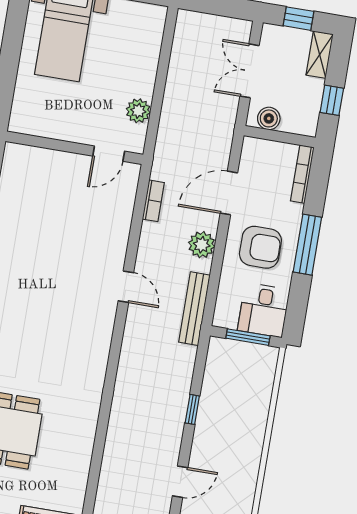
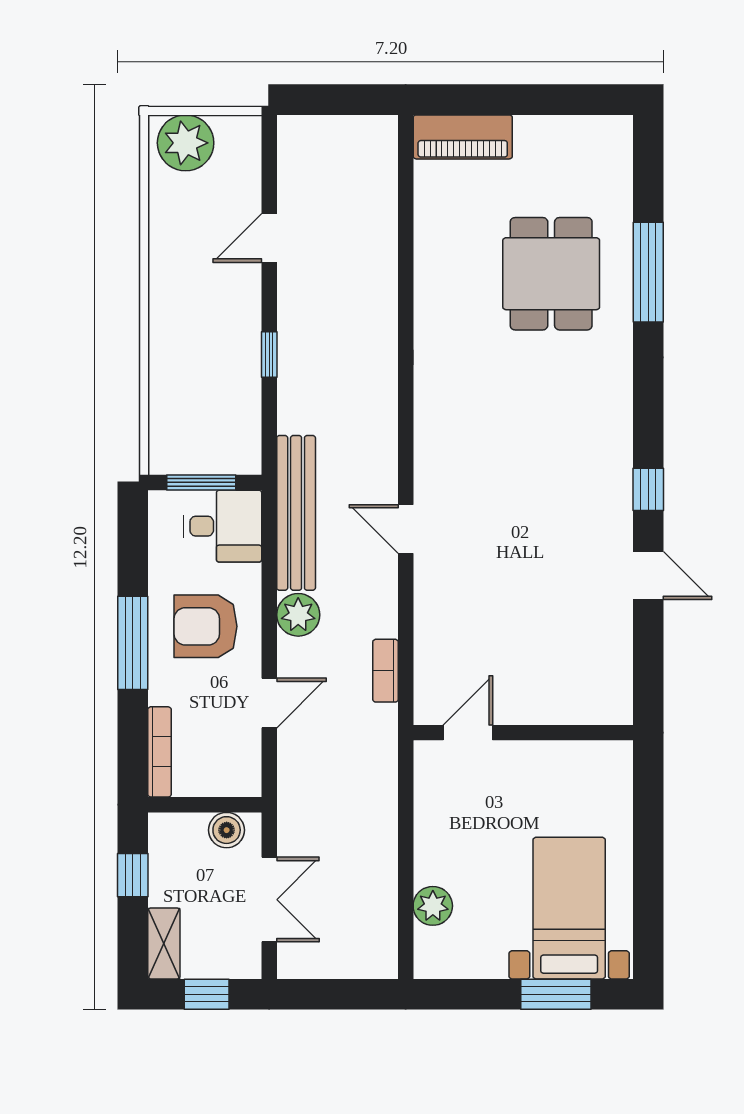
plant: (138, 111) -> (433, 906), moved
door: (229, 193) -> (269, 703), width x0.73
bench: (194, 309) -> (296, 513), width x1.37, depth x1.21
desk: (264, 310) -> (223, 526), moved, turned 90

